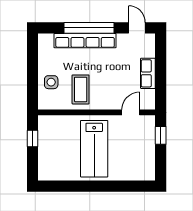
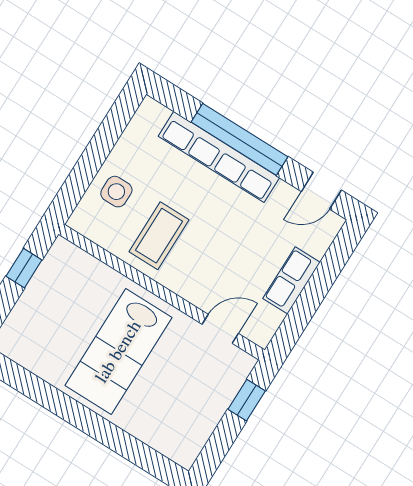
door: (137, 28) -> (321, 191), swing flipped

